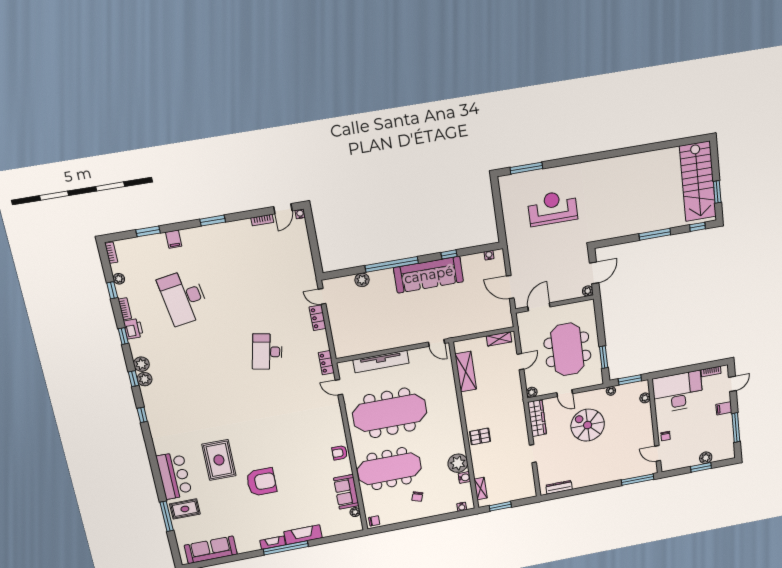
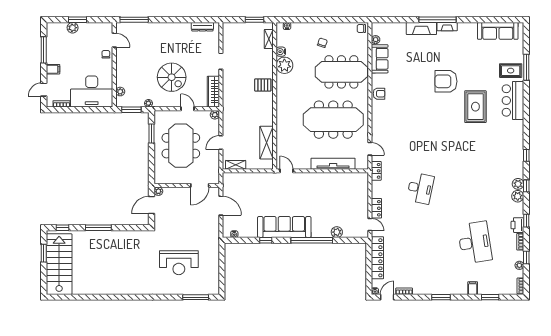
locker: (305, 257) -> (377, 258), added

